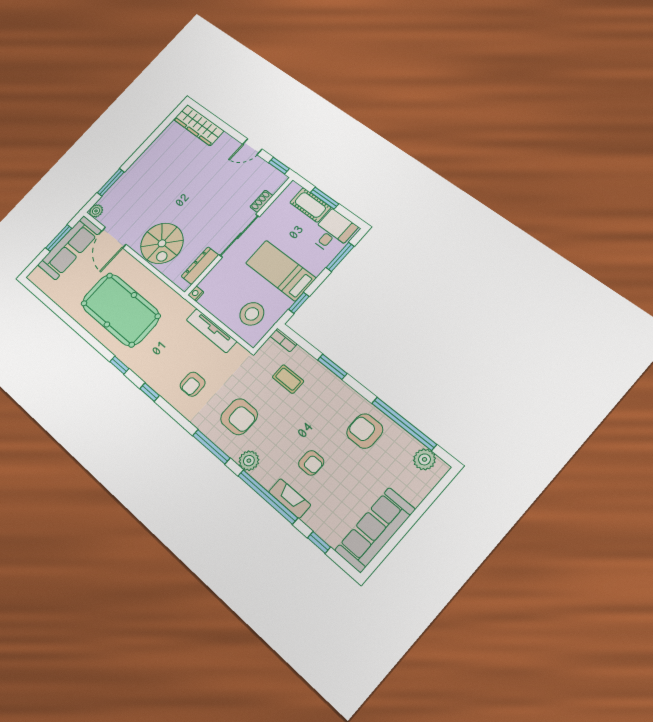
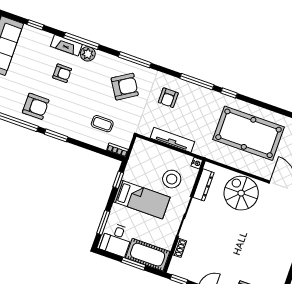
cot: (310, 205) -> (148, 255), width x1.37, depth x1.34
stool: (252, 314) -> (172, 179), moved
window: (332, 367) -> (56, 135), moved
armchair: (193, 384) -> (168, 98), turned 180
window: (150, 392) -> (197, 82), width x2.17
armchair: (239, 417) -> (125, 87), turned 148
plant: (249, 461) -> (88, 54), moved
armchair: (311, 463) -> (62, 73), turned 180
window: (268, 497) -> (81, 41), width x0.68

